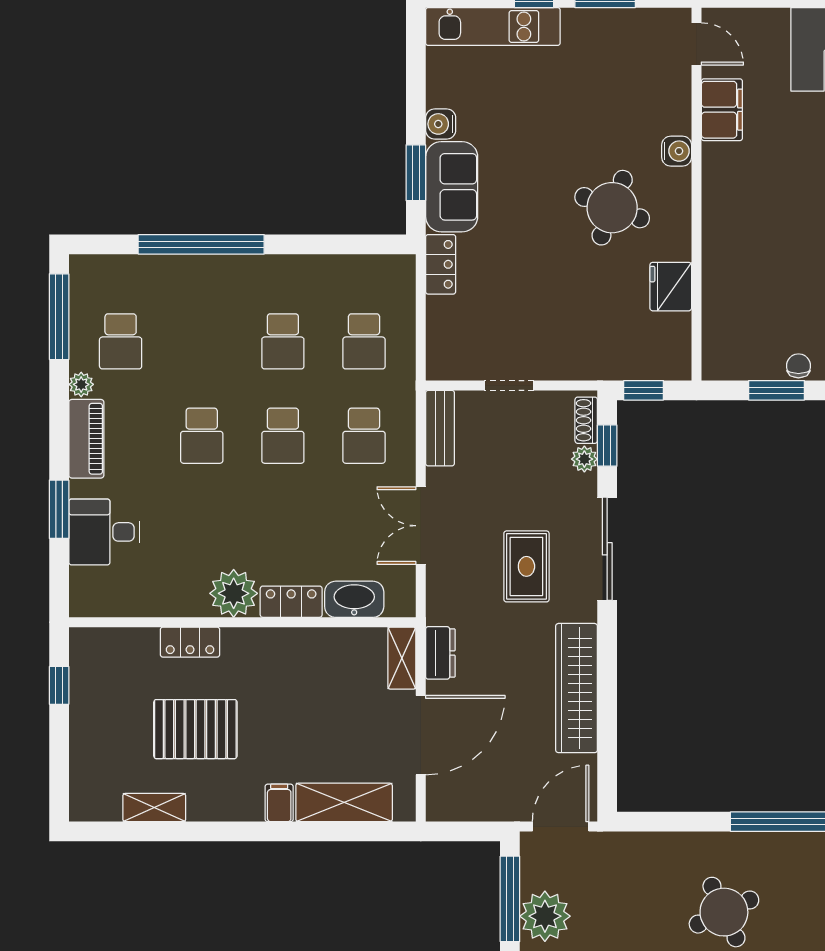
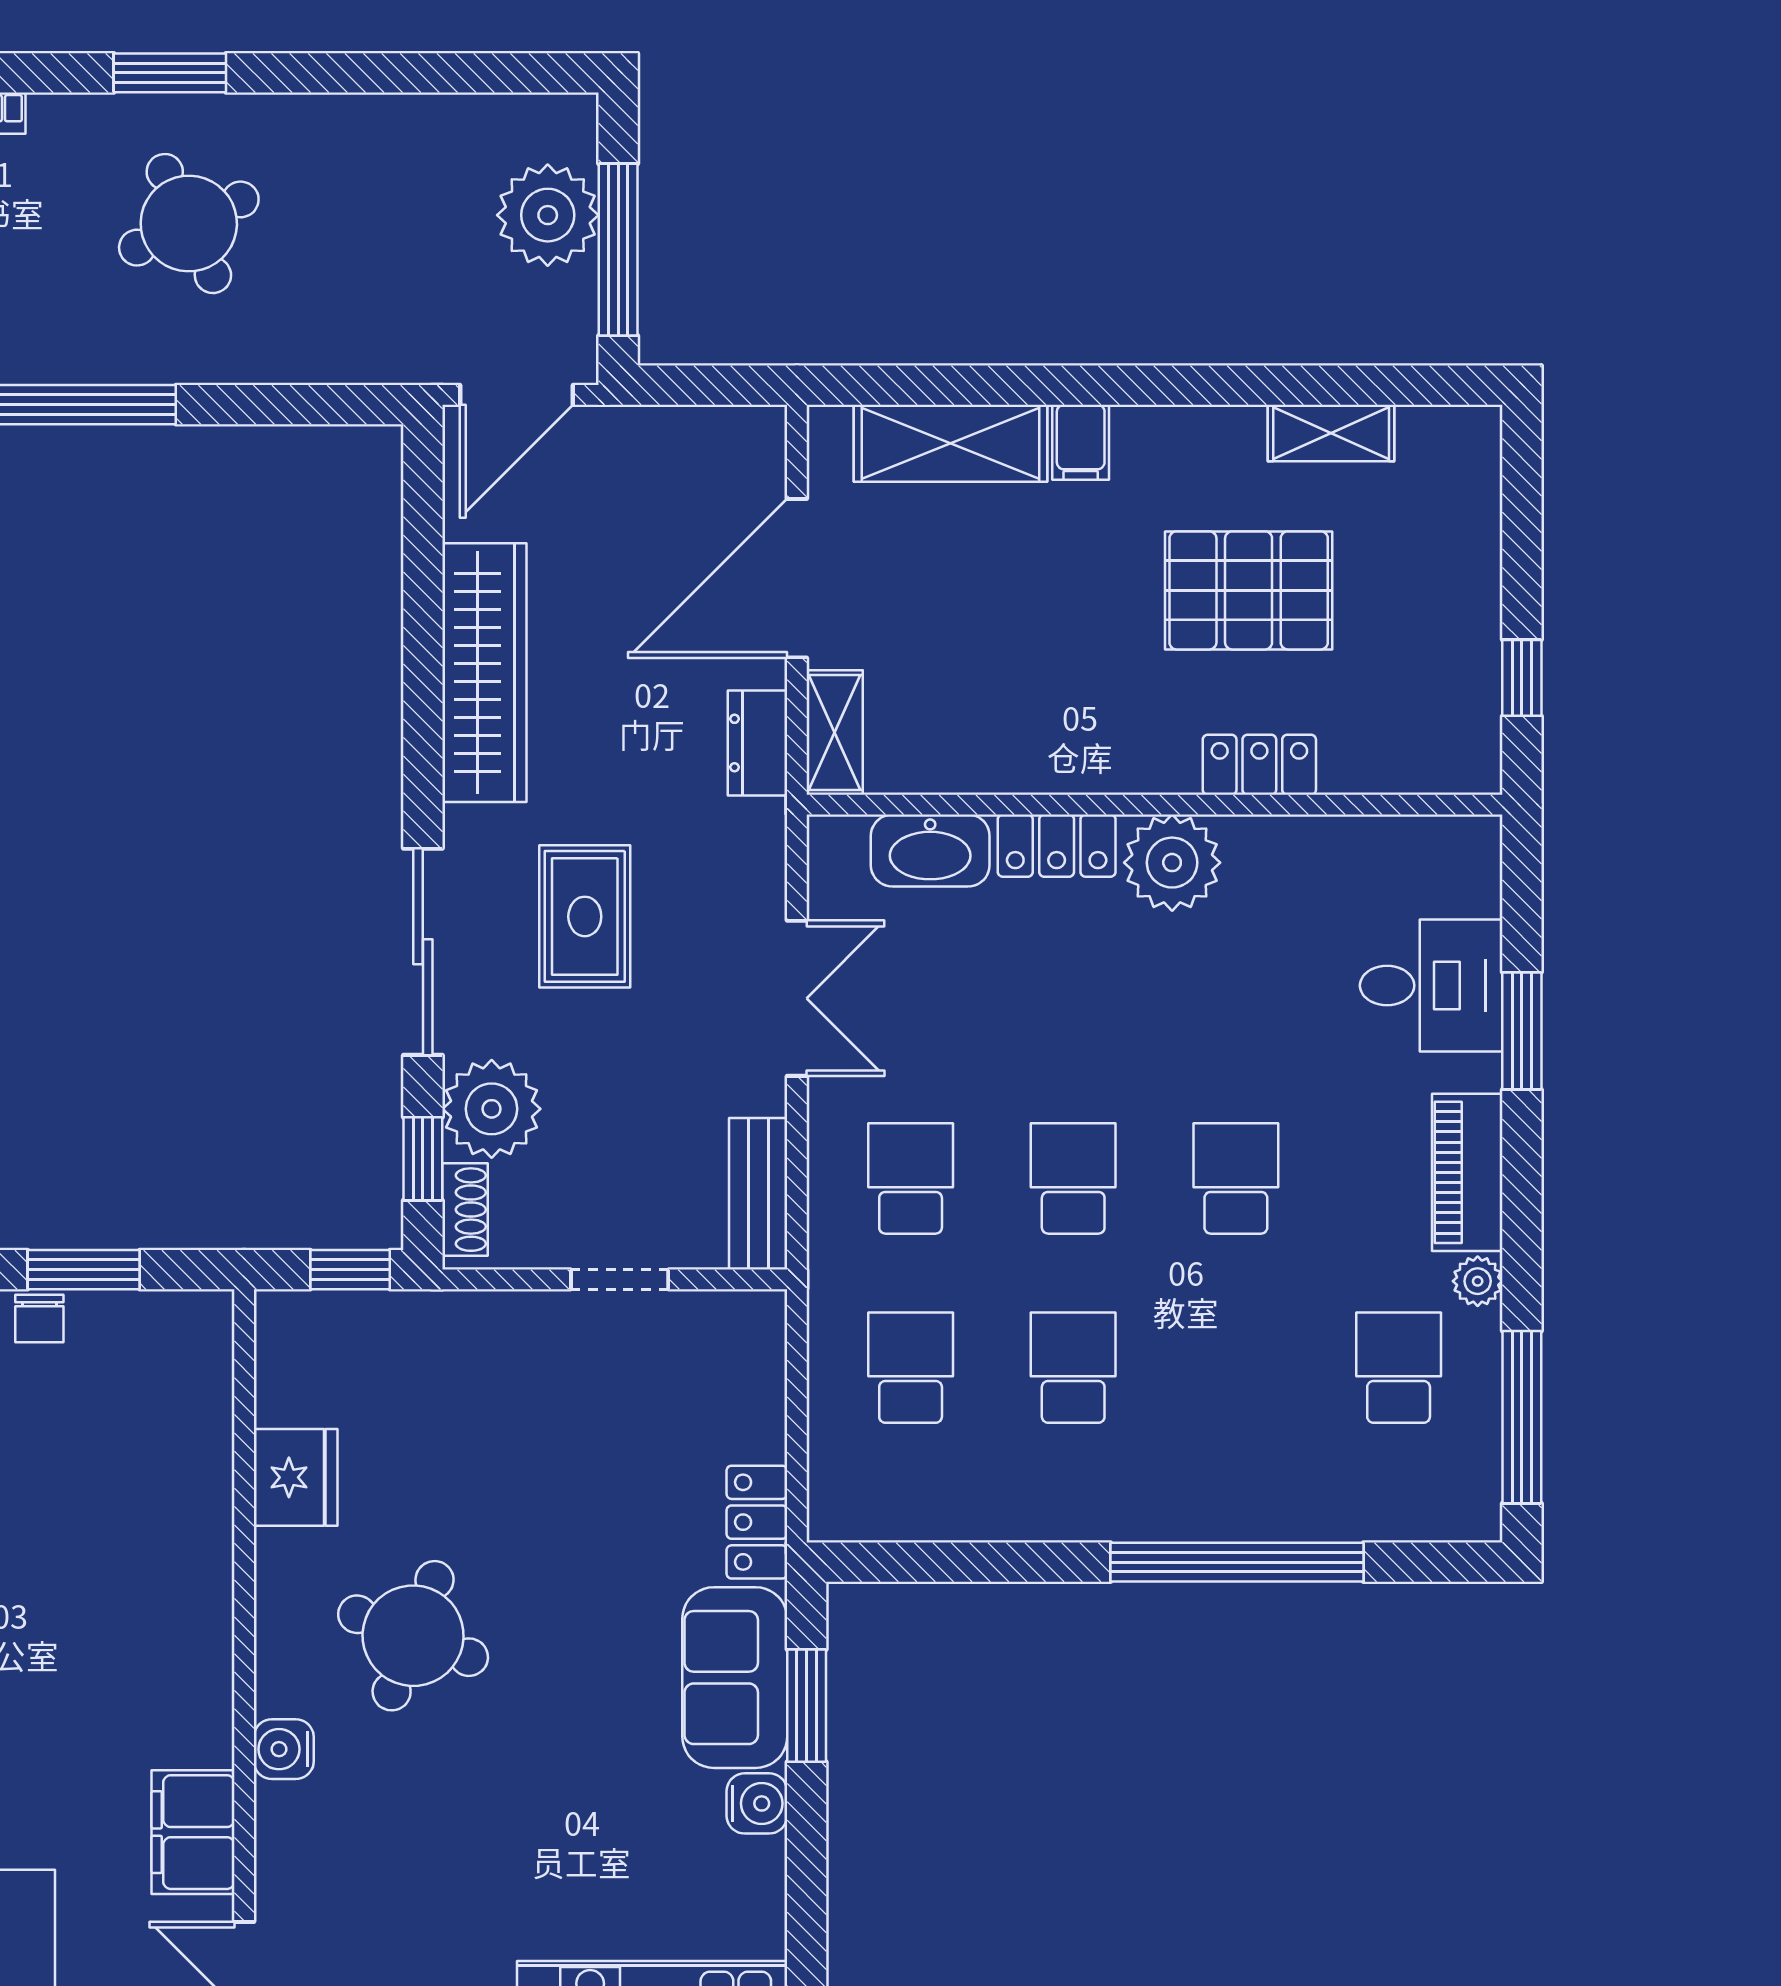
plant: (584, 459) -> (492, 1109), width x1.87, depth x1.87

